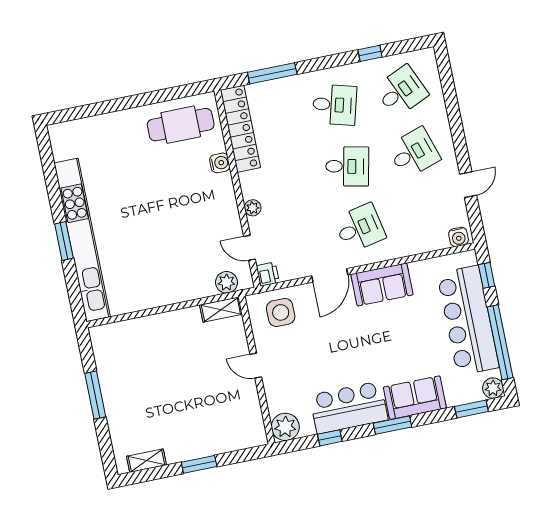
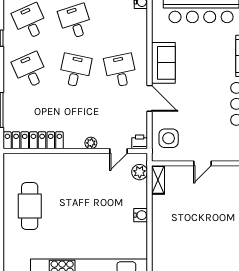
desk: (335, 105) -> (30, 70), turned -39
cafe table: (181, 125) -> (30, 206), moved
water cooler: (220, 163) -> (141, 215), moved, turned 90

